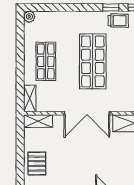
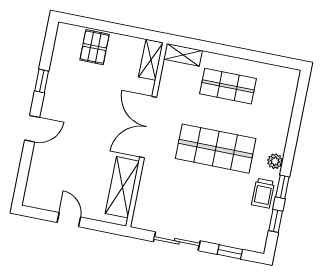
plant: (29, 17) -> (275, 161), moved
pallet: (37, 164) -> (95, 47), turned 90

